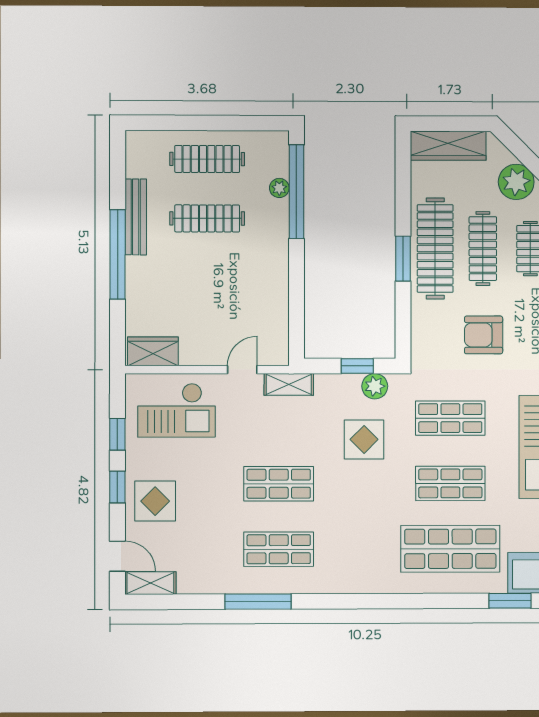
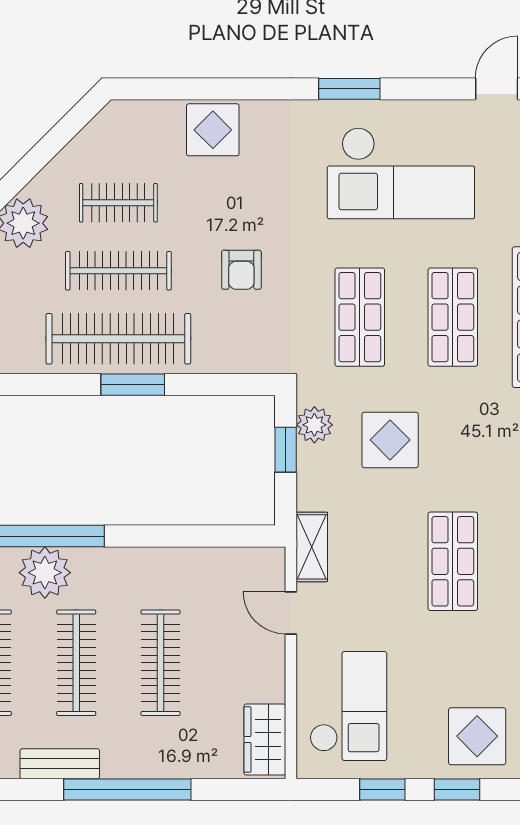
plant: (279, 188) -> (45, 573), width x1.88, depth x1.88
bench: (136, 217) -> (60, 764), width x0.73
clothes rail: (207, 278) -> (161, 663), added
armchair: (484, 335) -> (241, 270), width x0.72, depth x0.72

